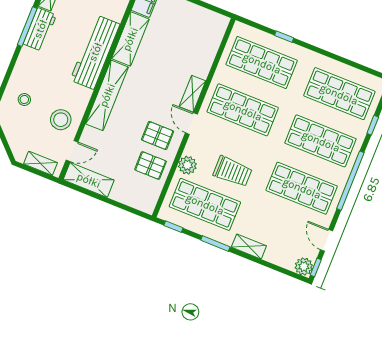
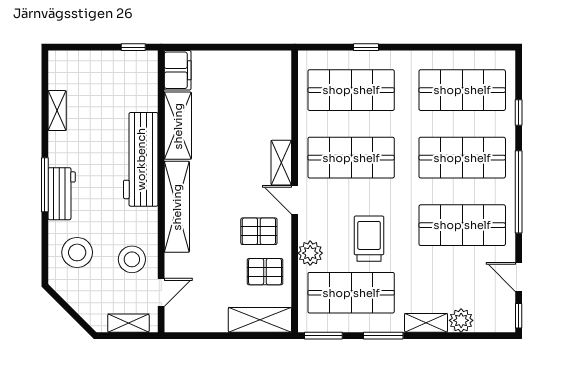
window: (27, 27) -> (45, 185), moved
workbench: (40, 29) -> (62, 194), moved
stool: (24, 100) -> (77, 252), width x1.89, depth x1.89
trolley: (233, 172) -> (369, 239), turned -90
shelving: (89, 180) -> (260, 320), moved
window: (173, 227) -> (323, 336), width x1.50
plant: (304, 266) -> (461, 320), moved

